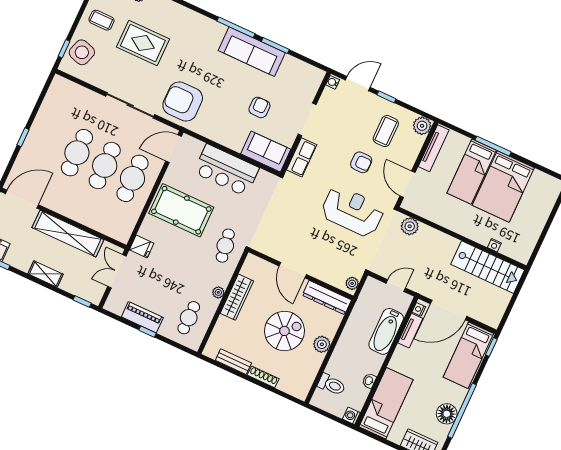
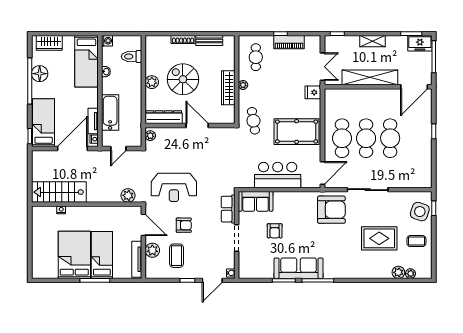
plant: (422, 126) -> (152, 250), moved
armchair: (361, 162) -> (184, 225), turned 180
spiral stairs: (284, 331) -> (183, 79), turned 90

